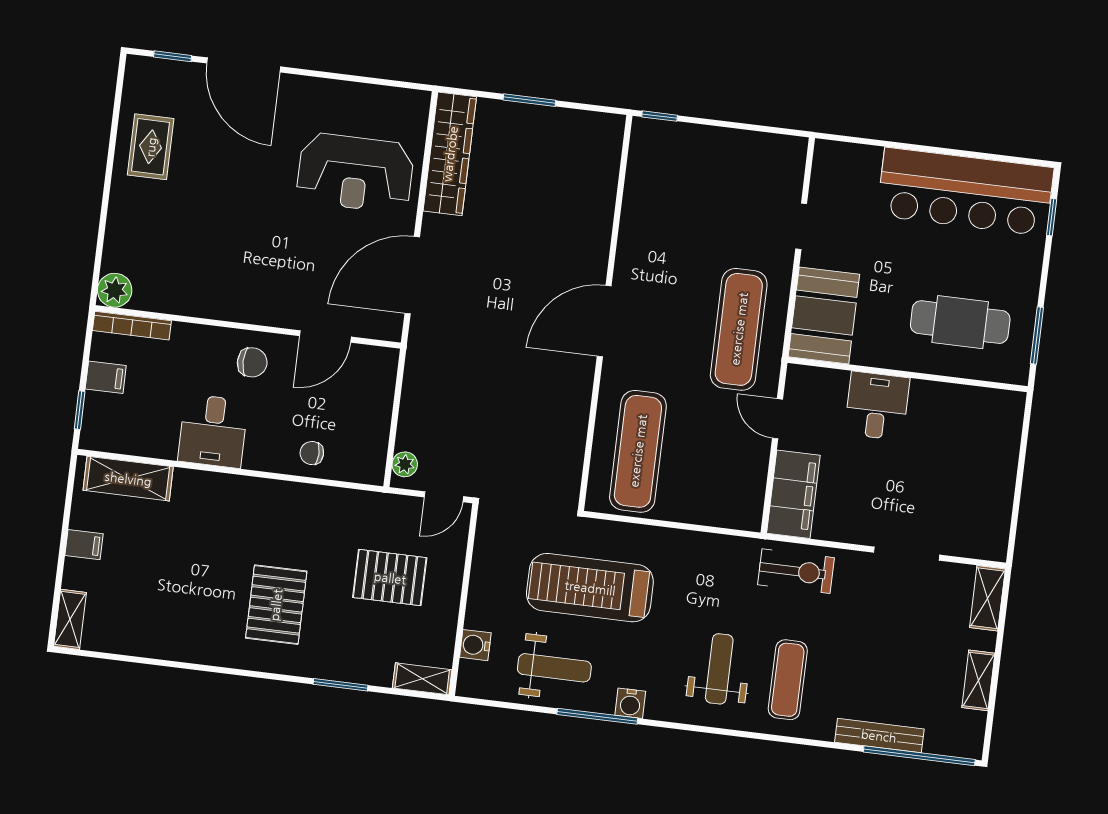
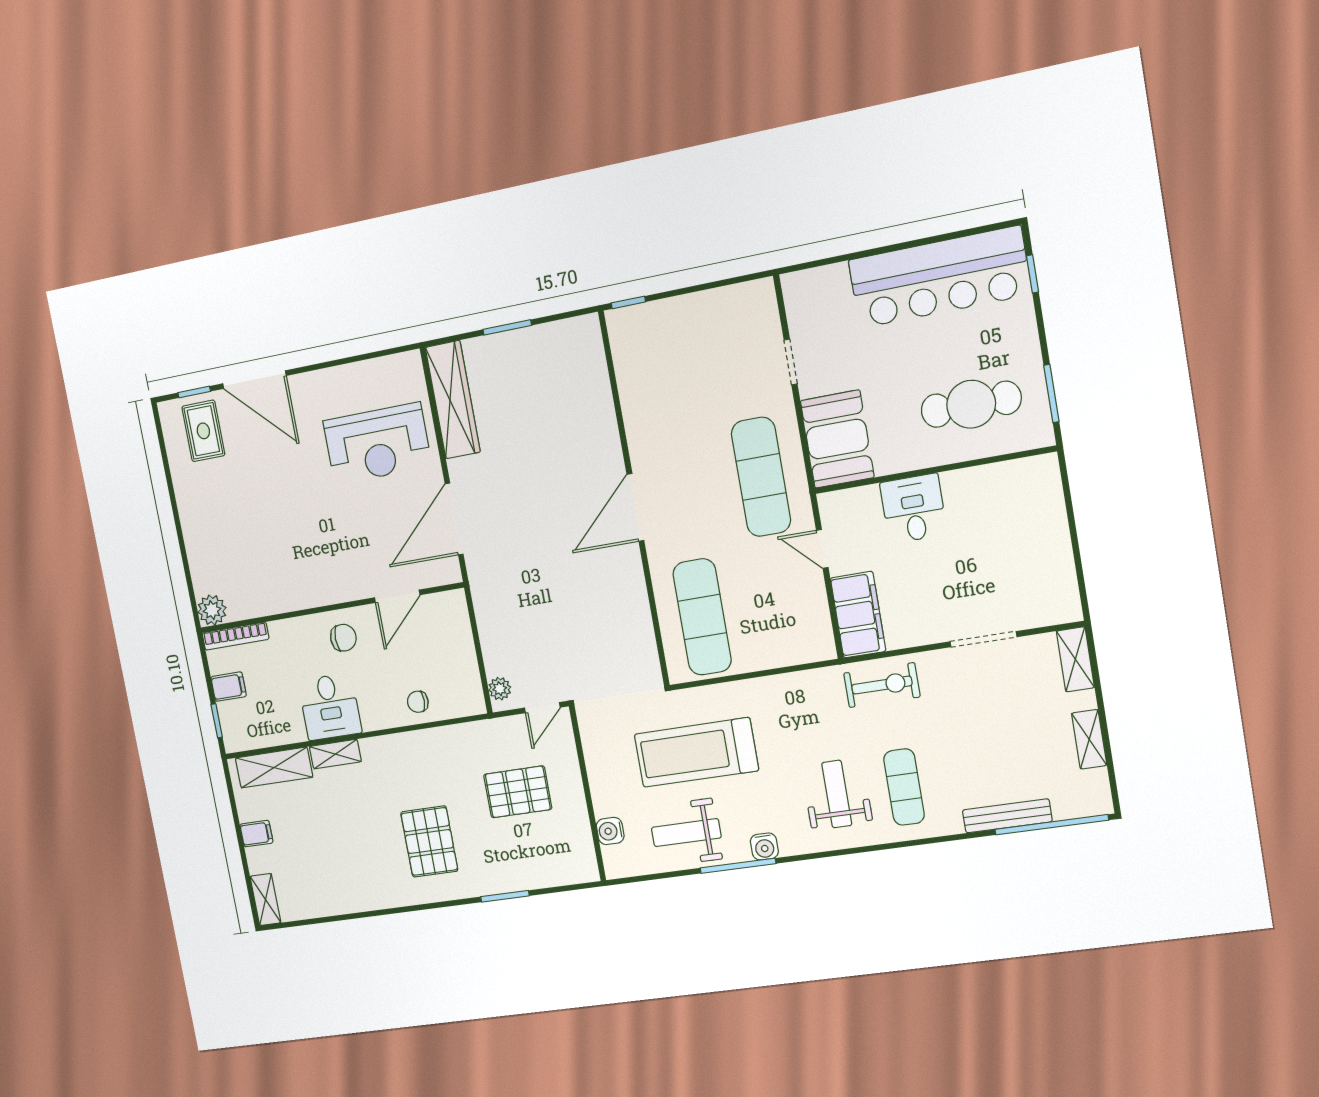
rug: (151, 147) -> (203, 431), moved
weight bench: (554, 668) -> (686, 833), turned 180
shelving: (422, 679) -> (335, 754), moved

